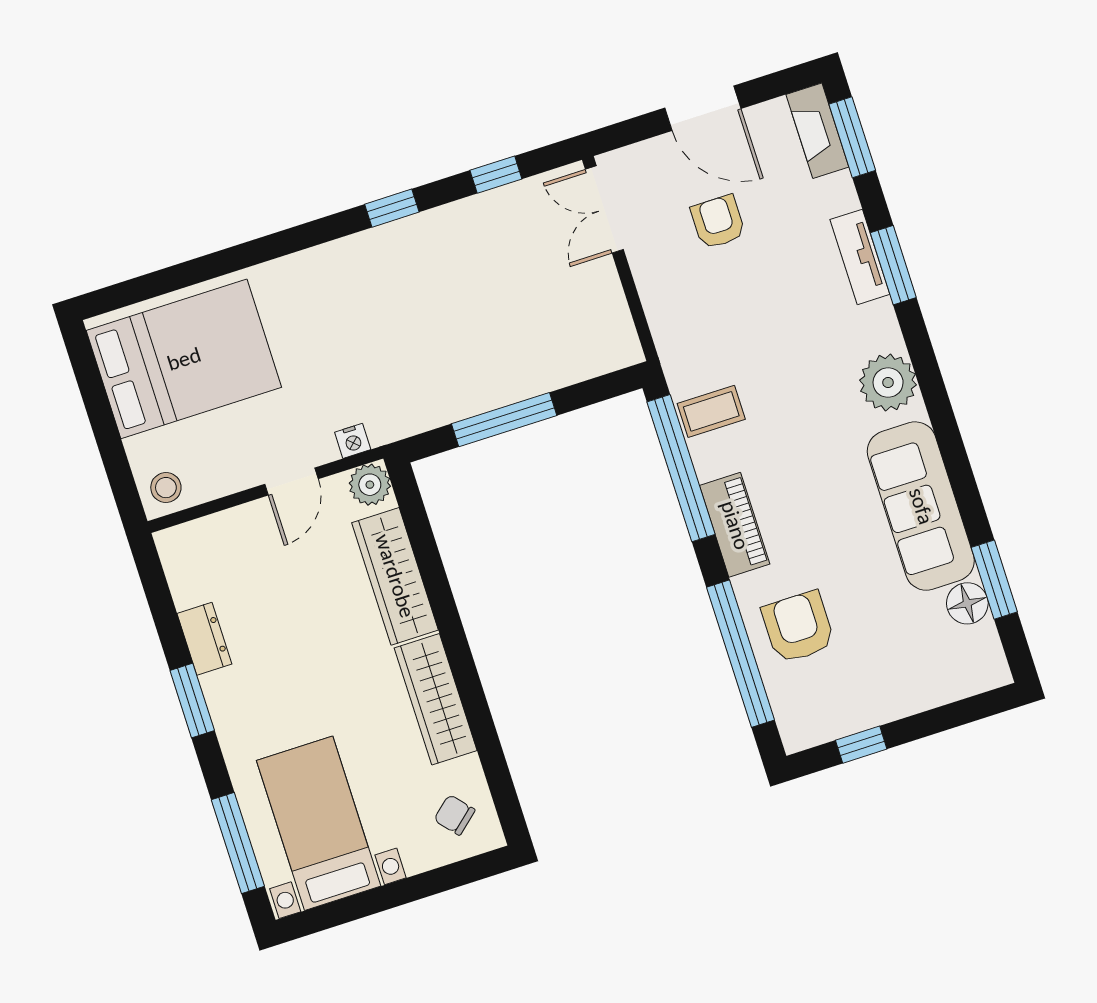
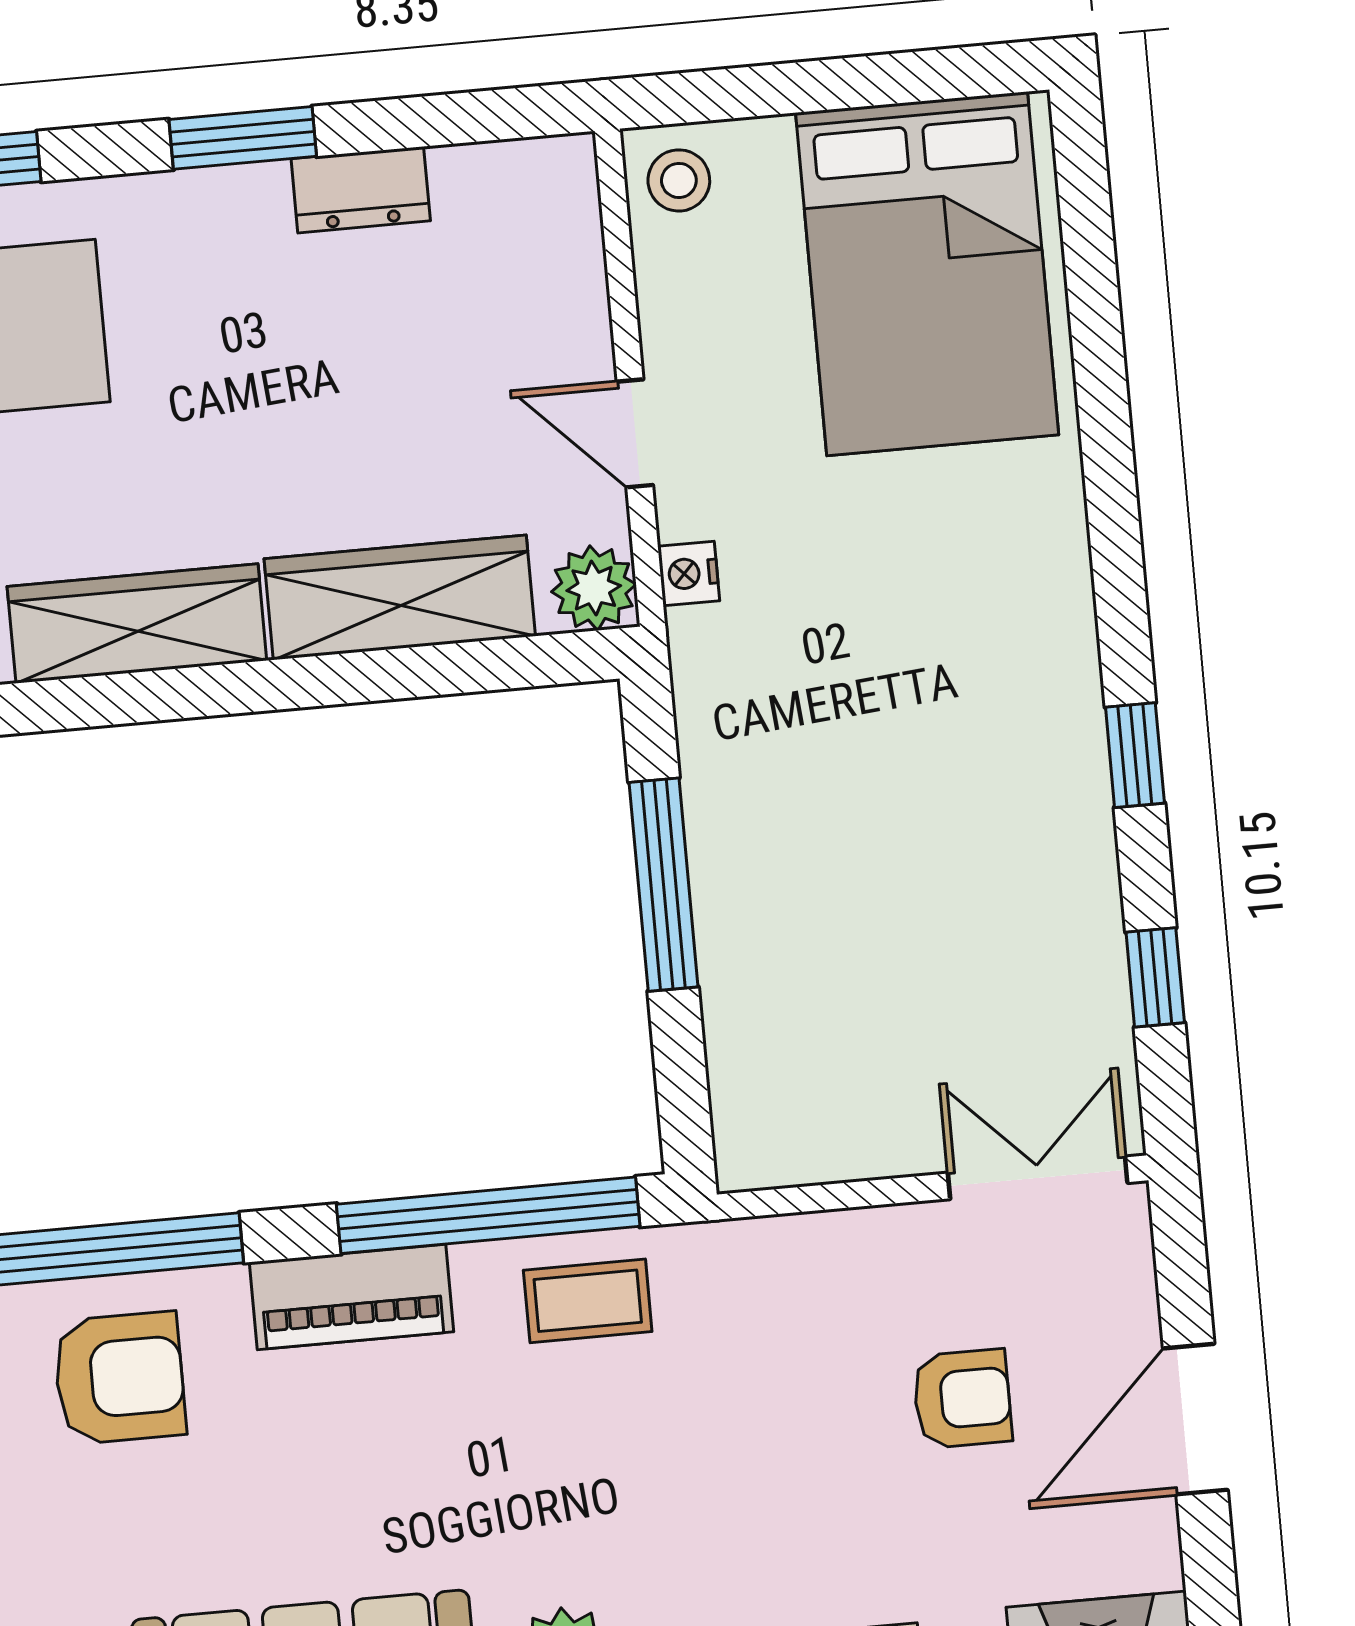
coffee table: (711, 411) -> (588, 1301), turned 90

